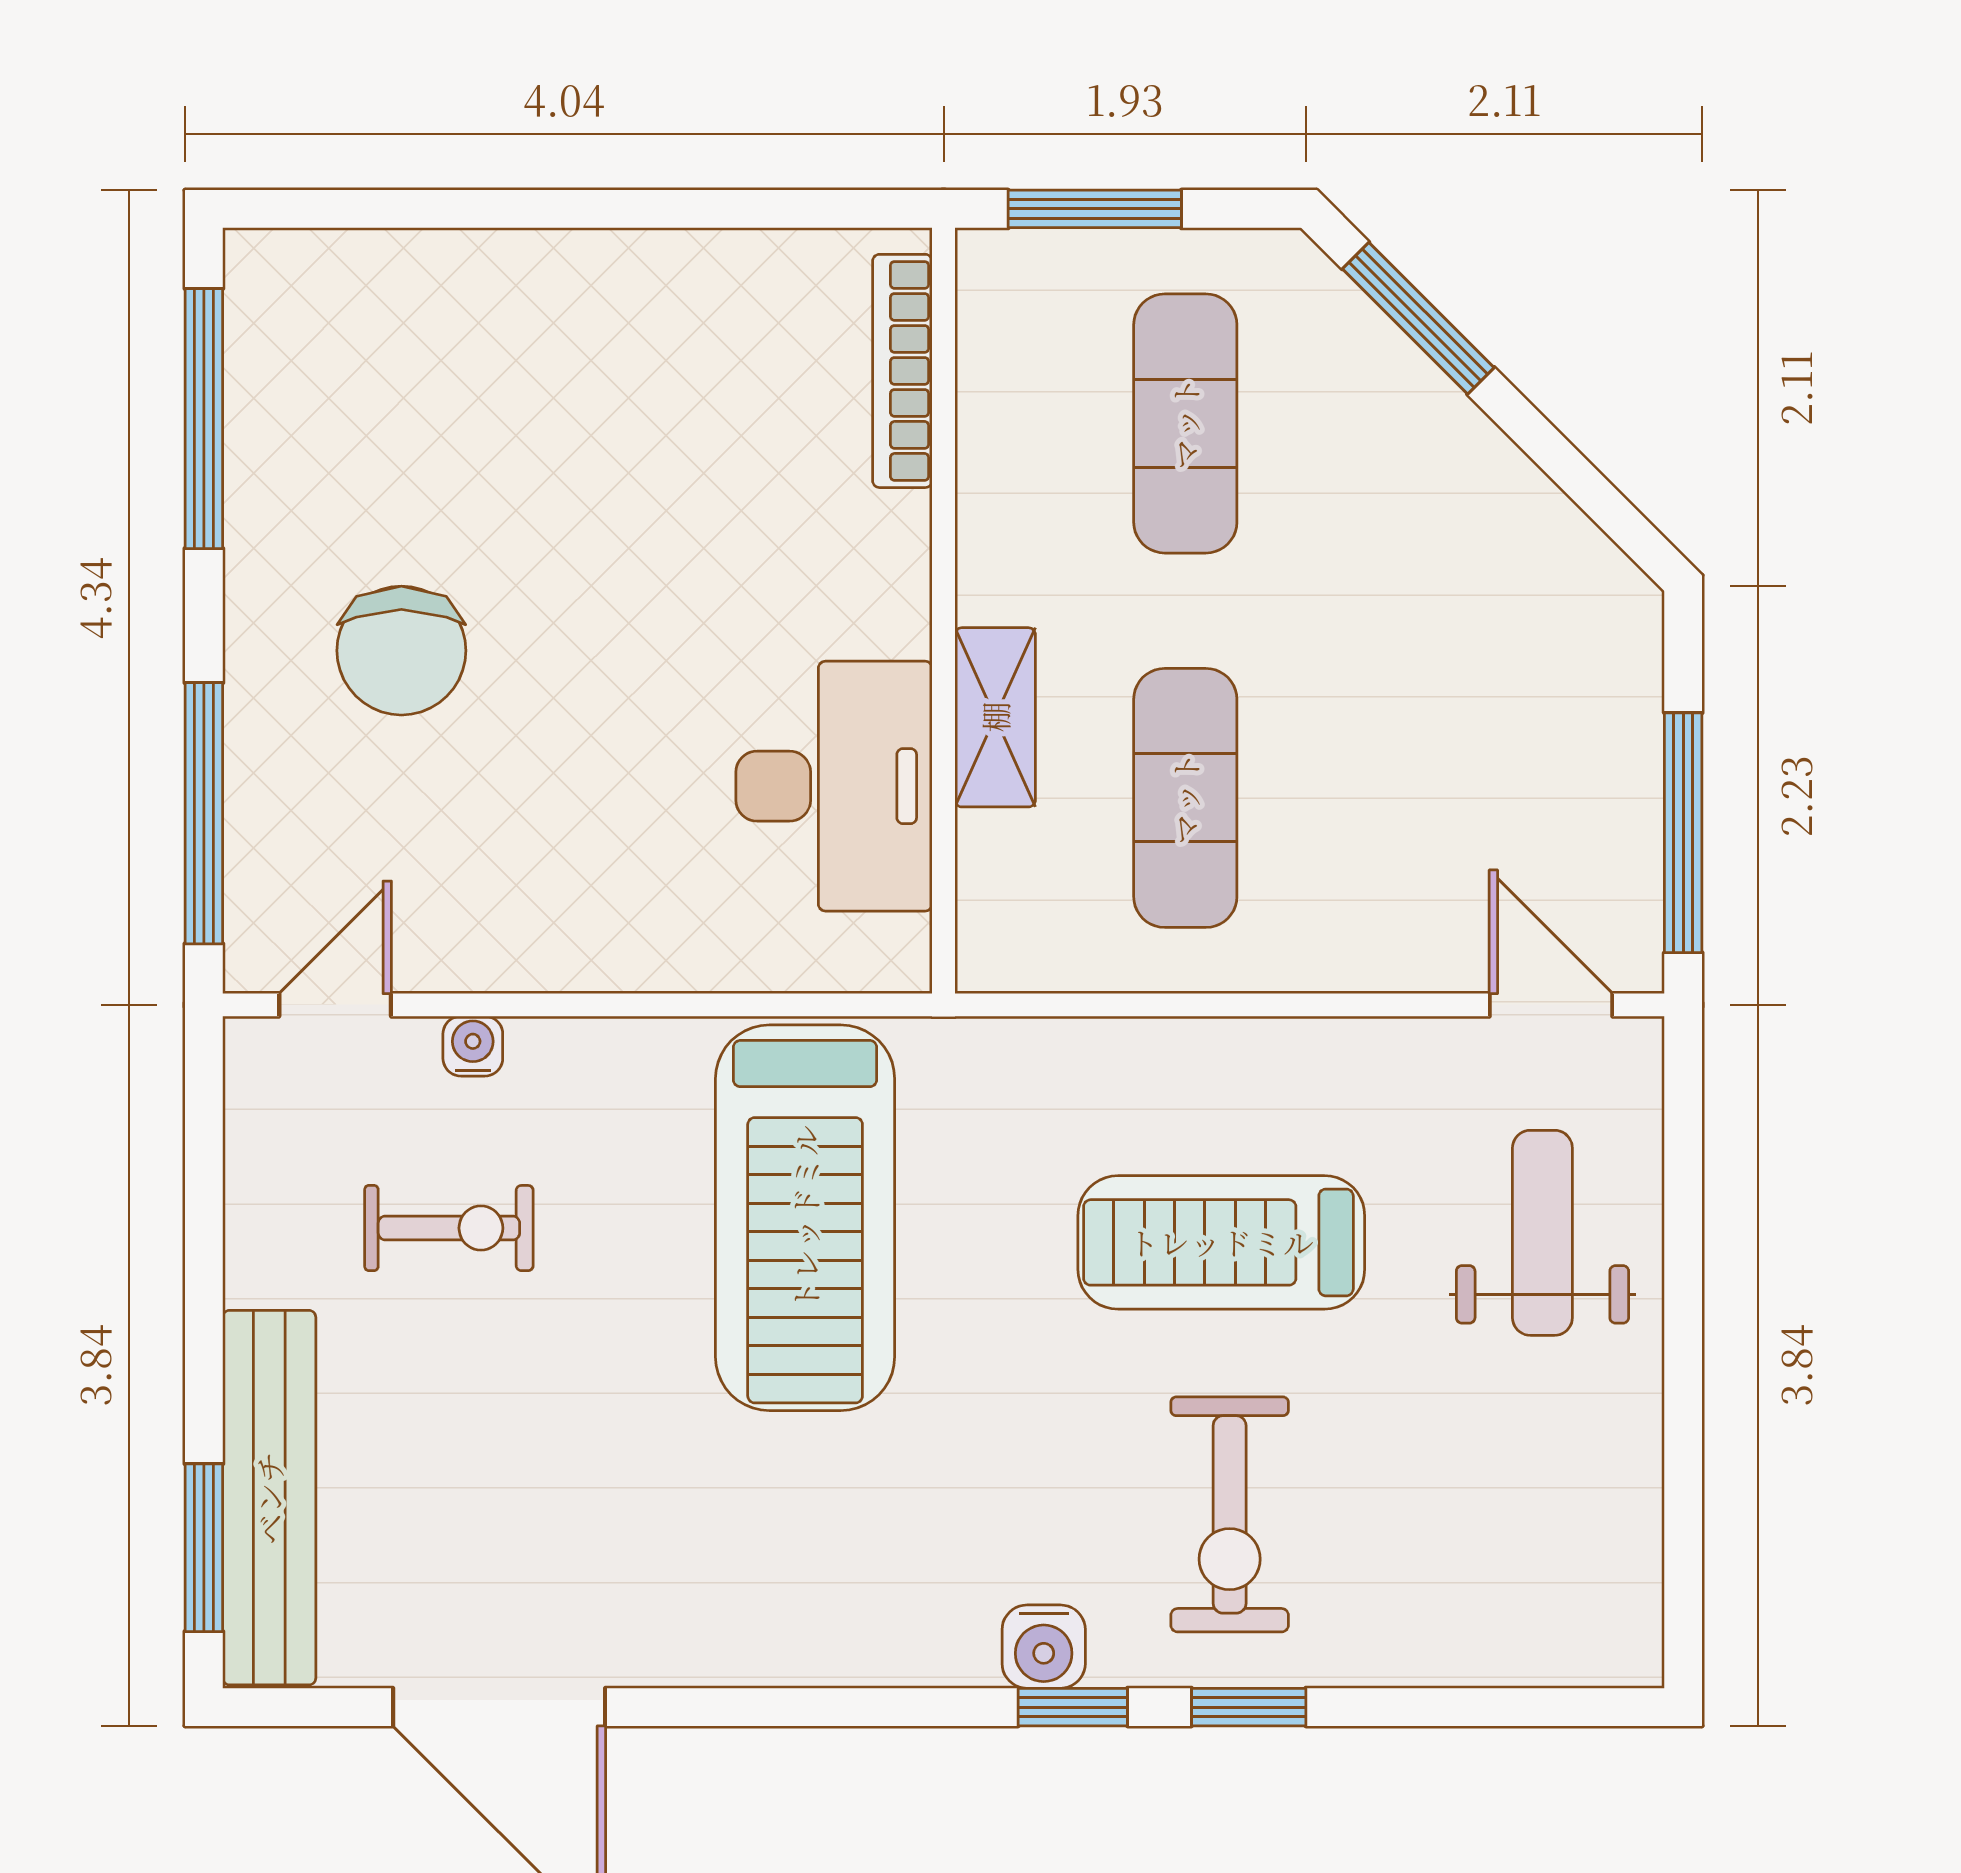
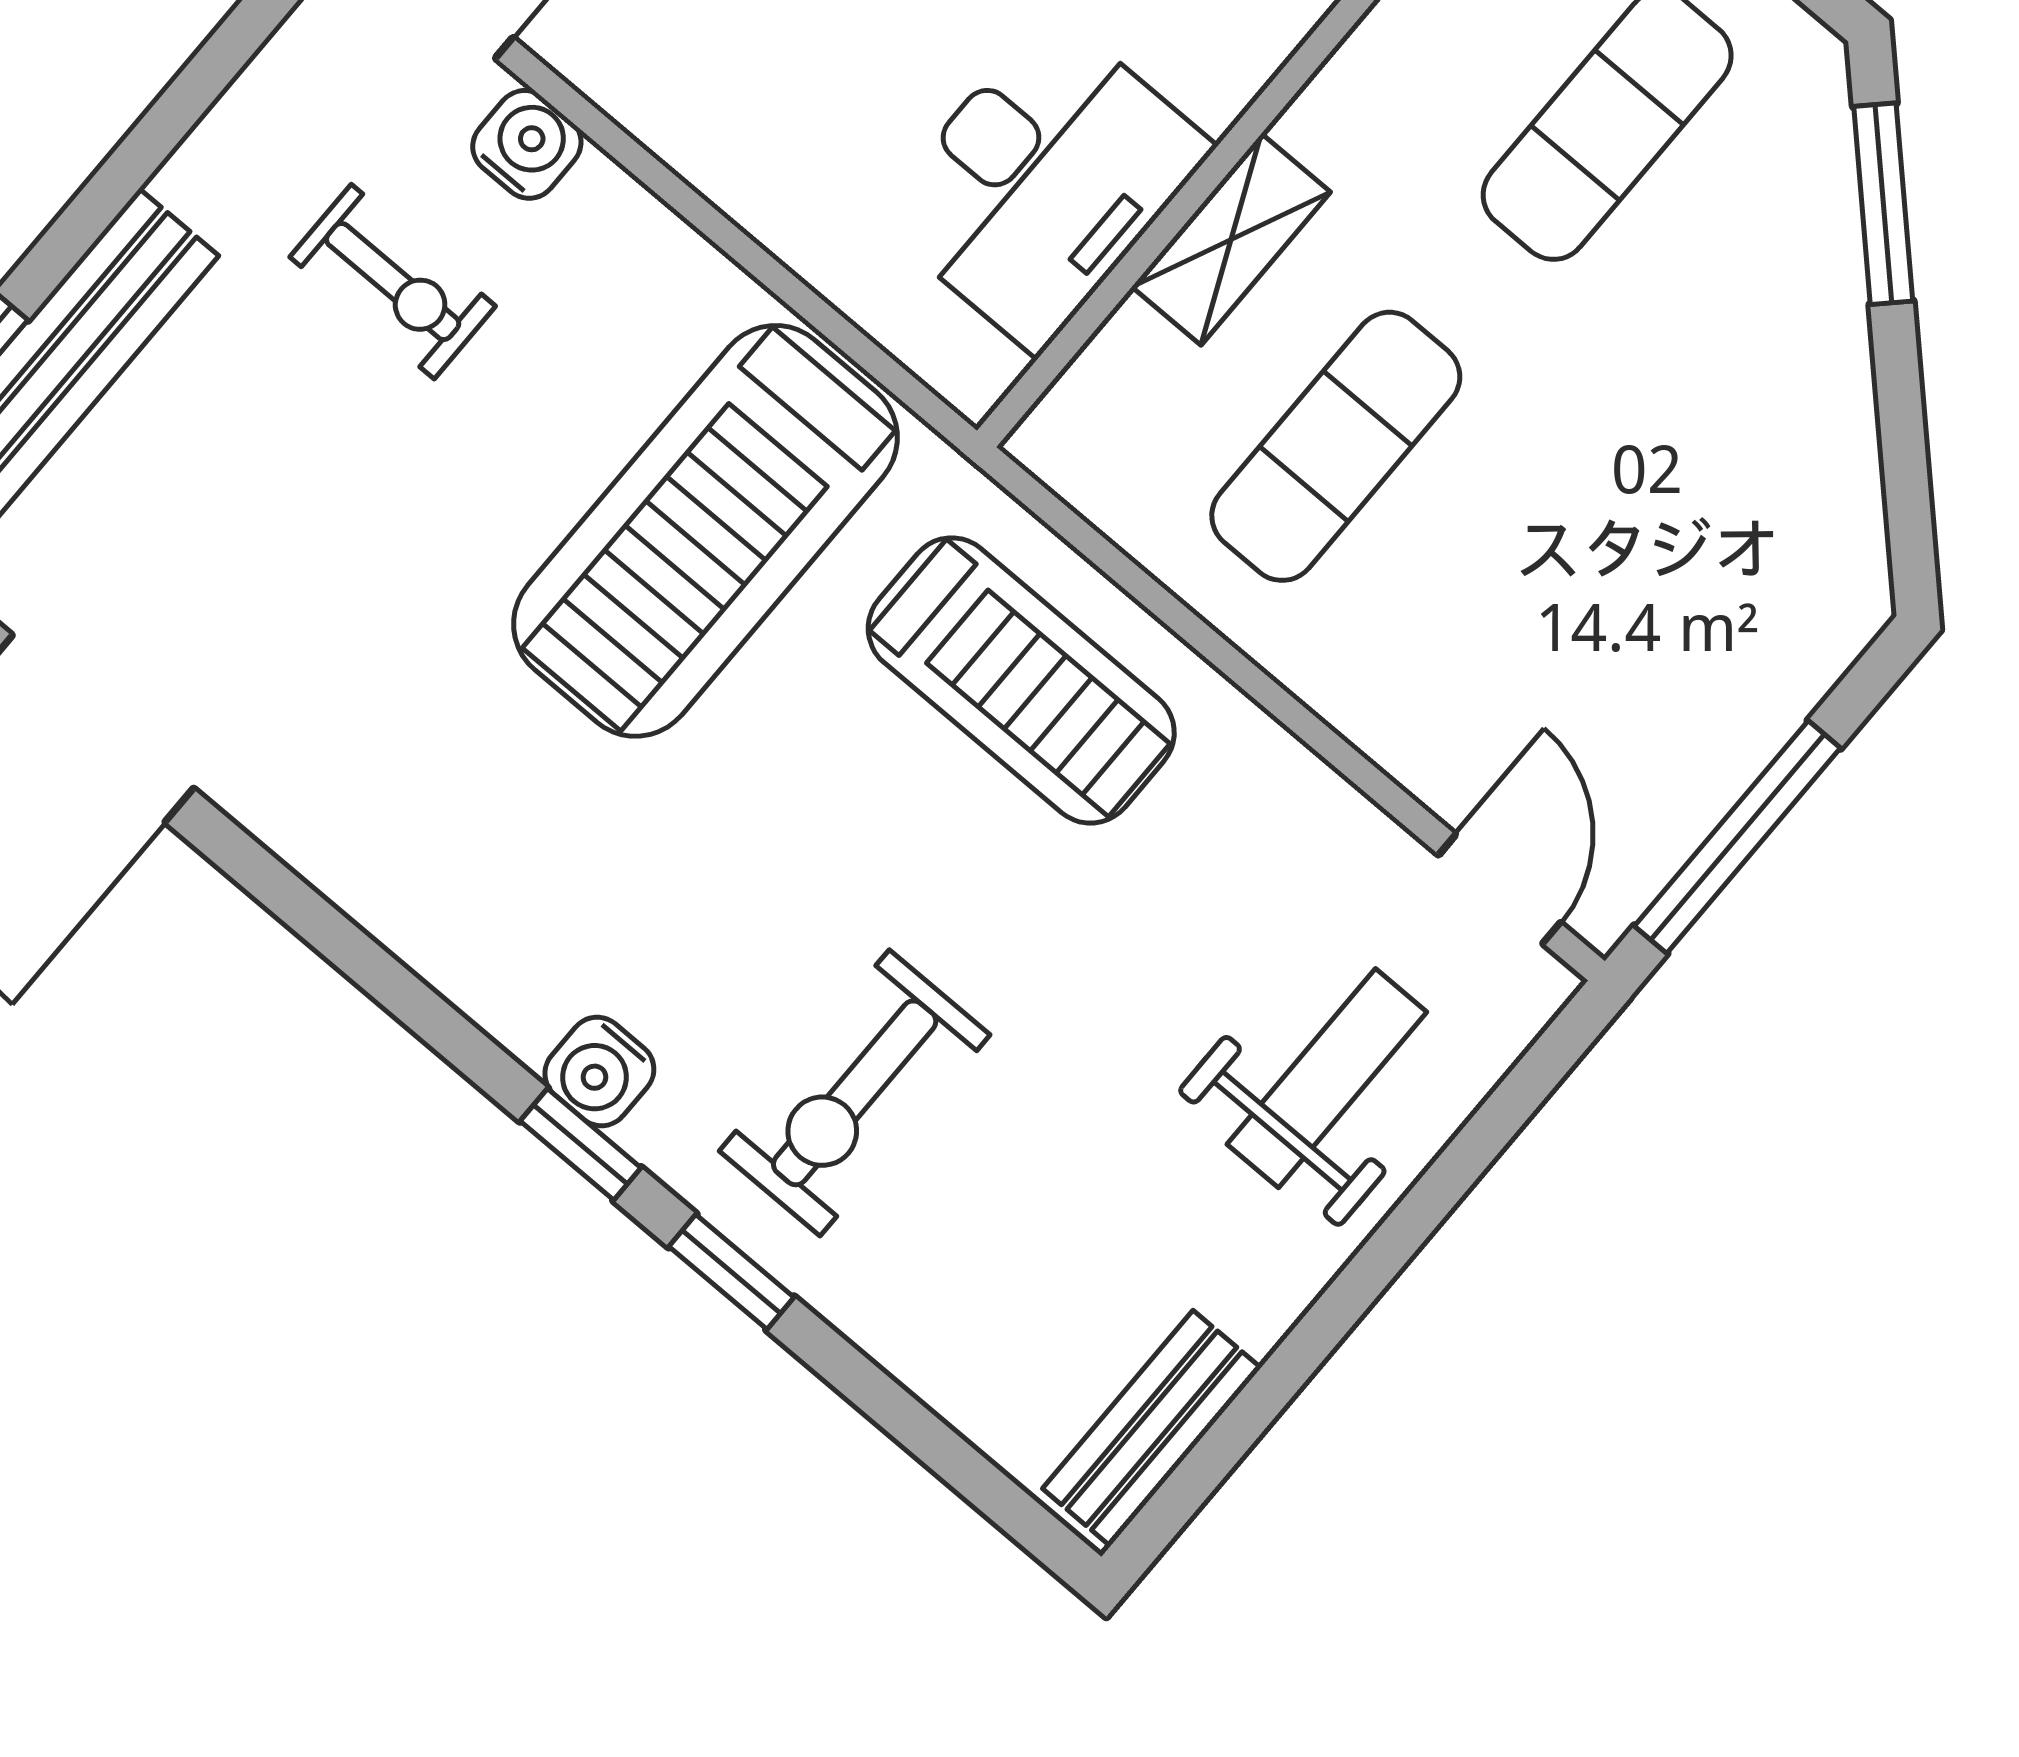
water cooler: (473, 1046) -> (527, 144), width x1.38, depth x1.38
treadmill: (1221, 1242) -> (1021, 680), moved, turned 180
bench: (1625, 1572) -> (1152, 1428), added

